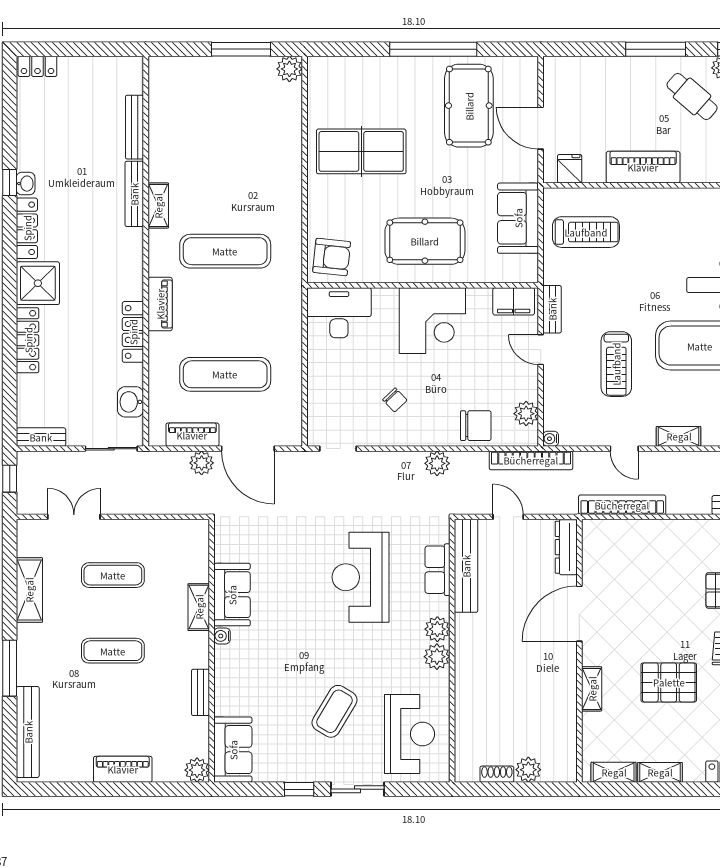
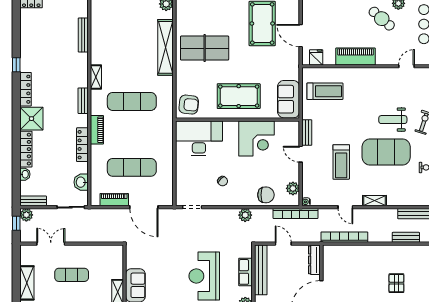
shelving: (288, 150) -> (165, 47), added
washbasin: (26, 184) -> (25, 174), moved
bench: (134, 194) -> (83, 101), moved, width x0.73
sofa: (518, 218) -> (289, 99), moved
filing cabinet: (514, 301) -> (286, 128), removed
desk: (339, 313) -> (199, 138), width x1.36, depth x1.30
corner desk: (432, 321) -> (257, 139), moved
plant: (202, 463) -> (26, 215), moved

